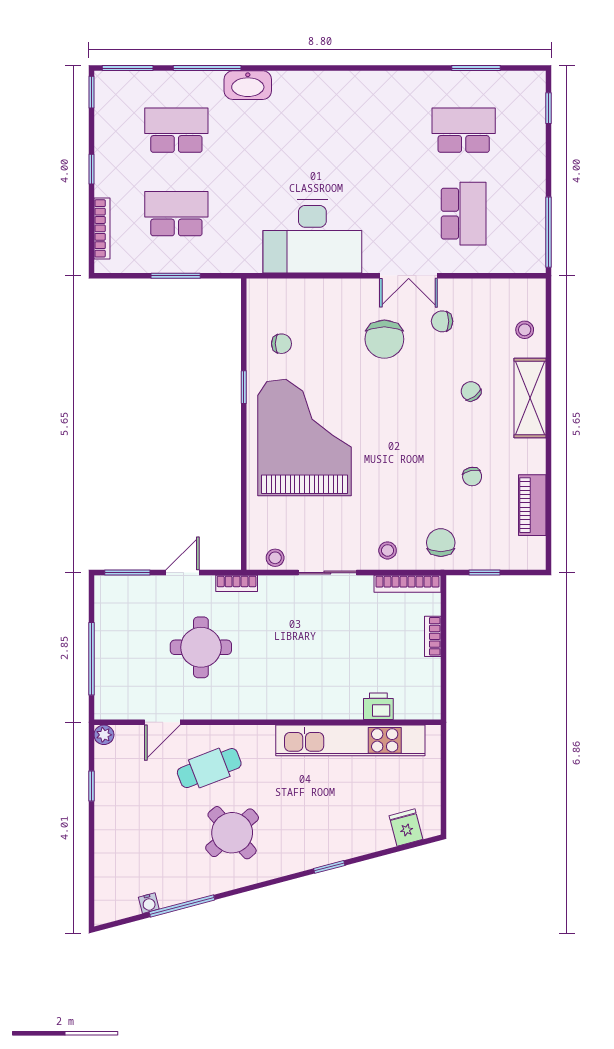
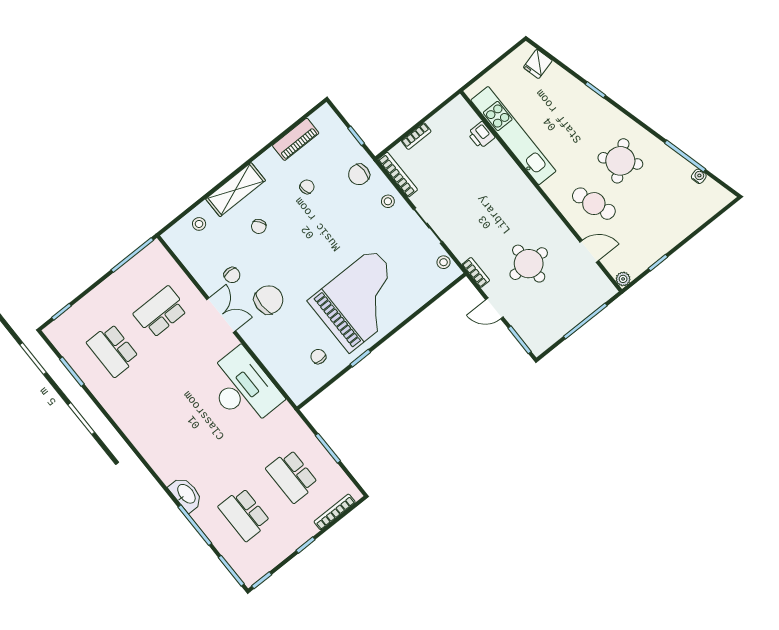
grand piano: (304, 437) -> (361, 300), turned 180

